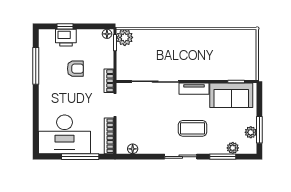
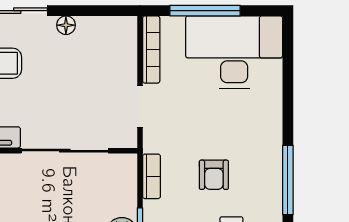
armchair: (75, 69) -> (214, 175), turned -90
bookcase: (109, 81) -> (151, 176), moved
floor lamp: (133, 149) -> (66, 25), moved

